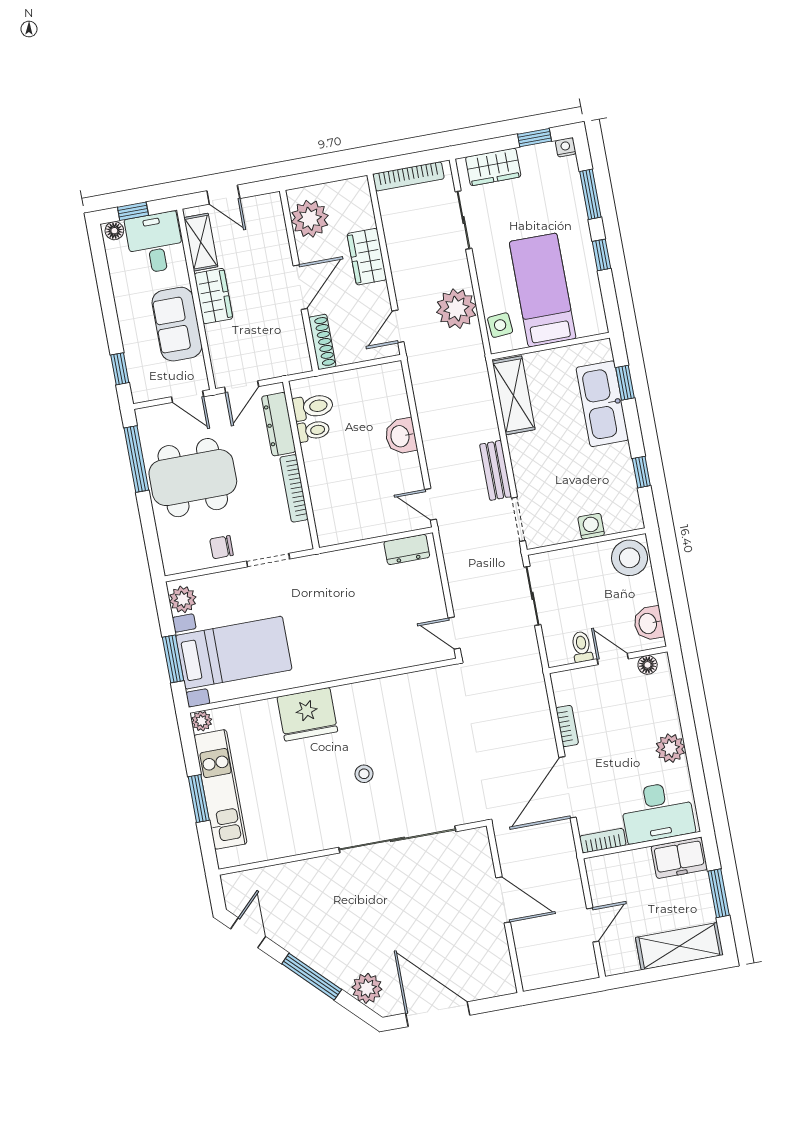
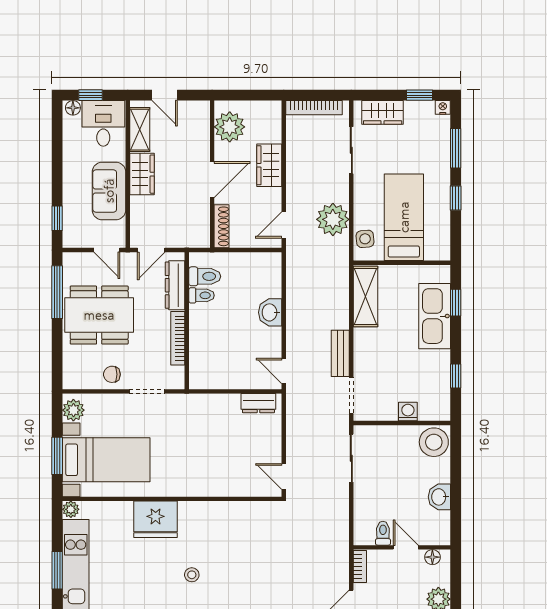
toilet: (582, 647) -> (383, 533), moved
door: (613, 659) -> (406, 547), moved
wall: (608, 660) -> (402, 547), moved
floor lamp: (648, 665) -> (432, 557), moved

